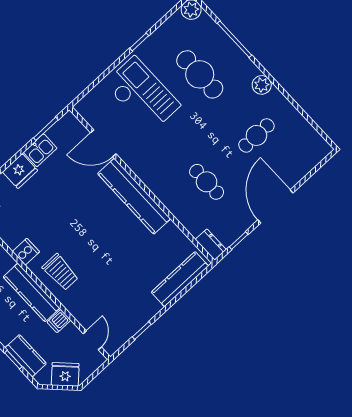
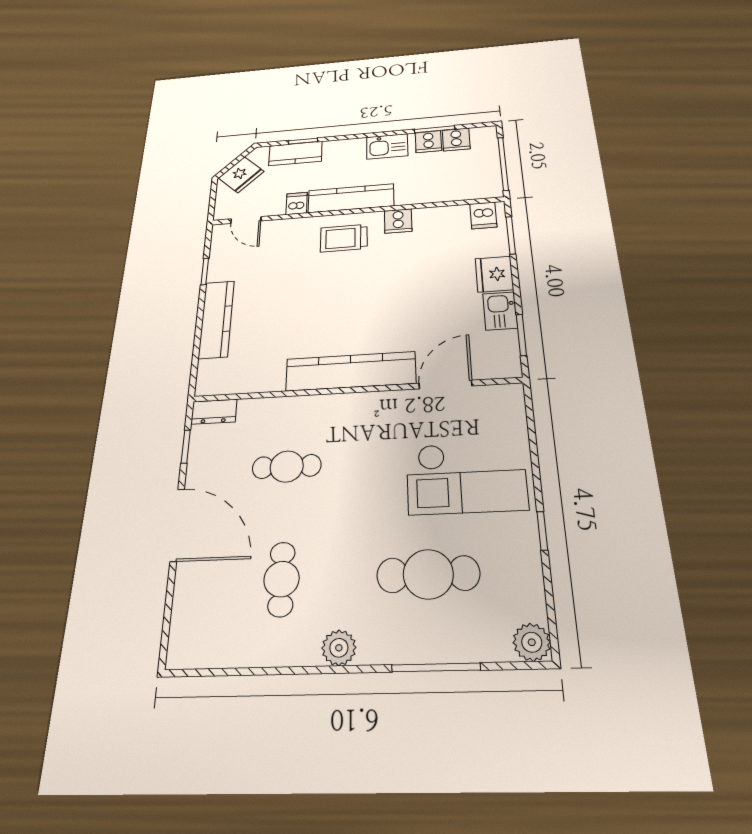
kitchen counter: (180, 279) -> (216, 319), moved

